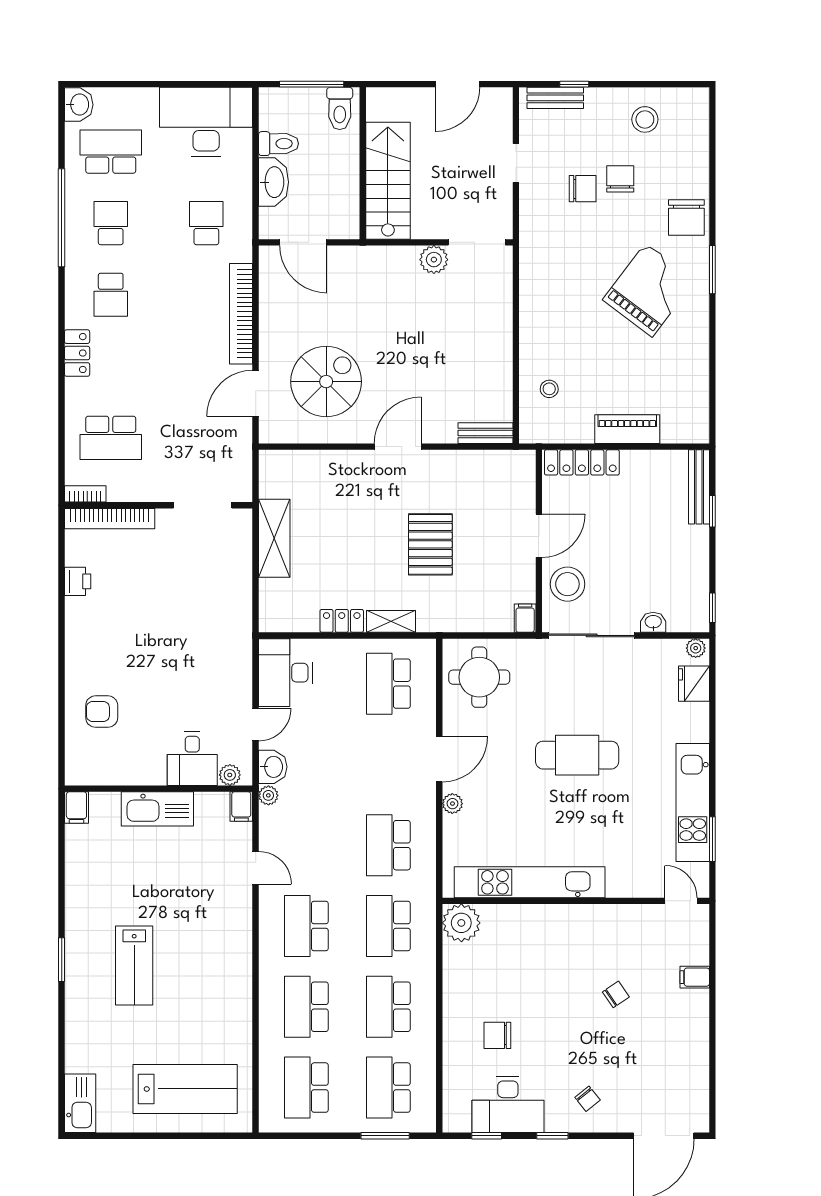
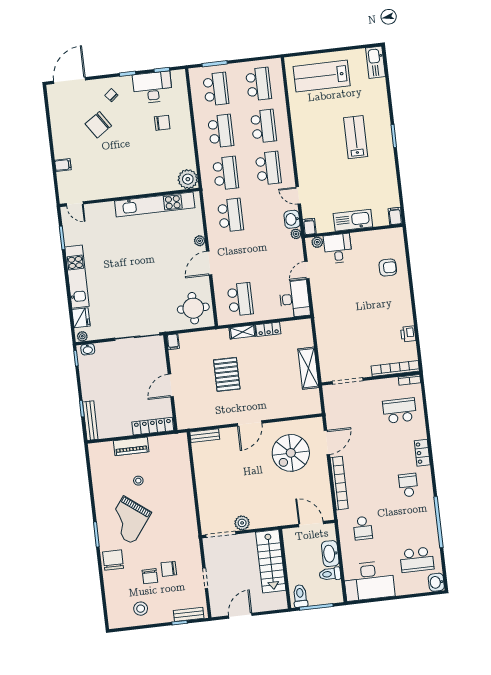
school desk: (111, 223) -> (413, 522), removed
stool: (549, 389) -> (138, 481), moved
stool: (567, 584) -> (153, 362), removed
washbasin: (653, 622) -> (88, 349), moved
cafe table: (577, 755) -> (138, 273), removed
washbasin: (273, 767) -> (292, 219), moved
kitchen unit: (693, 802) -> (77, 277), moved
chair: (616, 994) -> (98, 125), moved, width x1.87, depth x1.87

